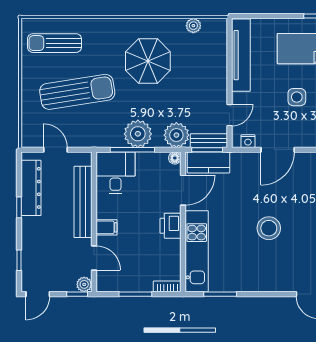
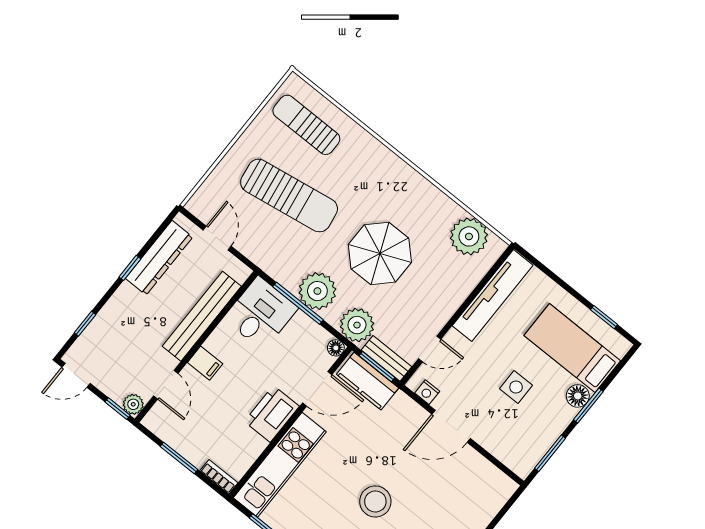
plant: (193, 26) -> (469, 236), width x1.88, depth x1.88
parasol: (148, 61) -> (380, 253), moved
printer: (171, 226) -> (272, 414), width x1.37, depth x1.19

